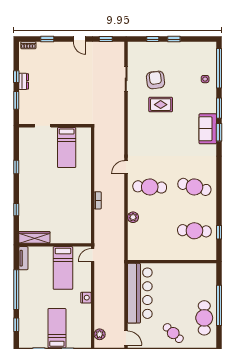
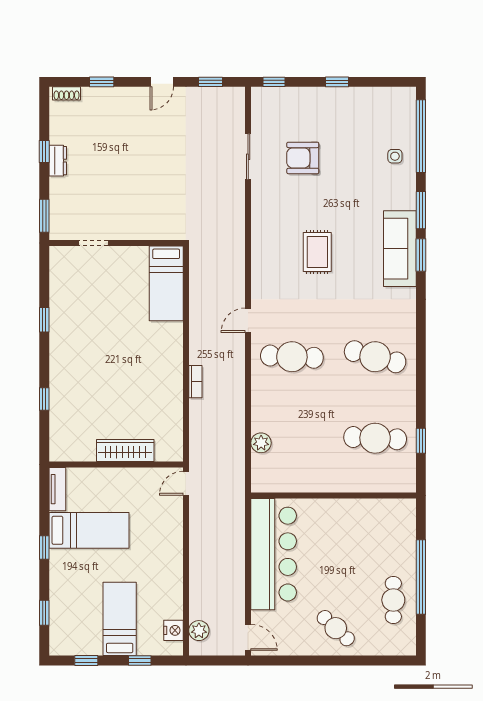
door: (80, 39) -> (162, 82), hinge flipped
window: (153, 39) -> (274, 82), moved
armchair: (156, 80) -> (303, 158), turned -82
window: (16, 100) -> (44, 216), moved
rug: (161, 105) -> (317, 252), moved, turned 90
sofa: (208, 129) -> (400, 249), width x1.36
bed: (67, 148) -> (166, 283), moved
plant: (133, 217) -> (261, 443), moved
wardrobe: (34, 237) -> (125, 450), moved
bed: (63, 268) -> (89, 530), moved, turned -90
window: (16, 290) -> (44, 548), width x0.32
nightstand: (86, 298) -> (173, 630), moved
cafe table: (204, 318) -> (393, 600), width x0.73, depth x0.74

